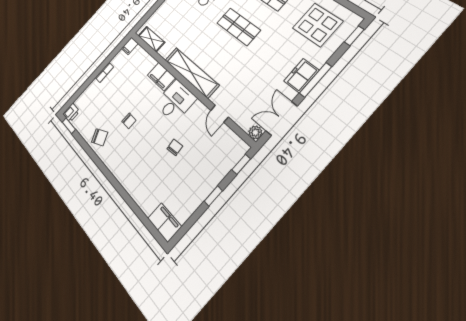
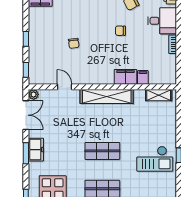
filing cabinet: (130, 46) -> (143, 77), moved
window: (315, 80) -> (26, 153), width x0.69
desk: (176, 101) -> (162, 21), moved, turned -90

